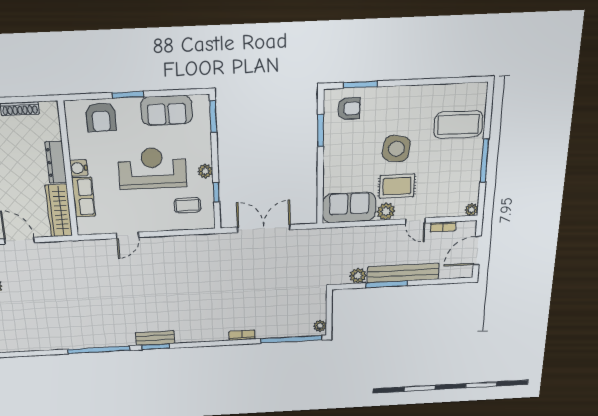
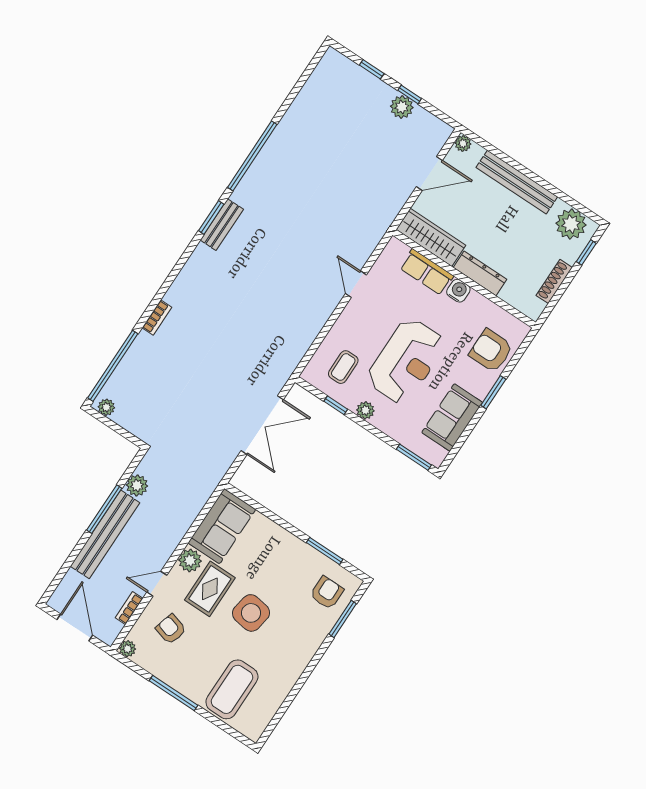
armchair: (349, 109) -> (327, 593), turned 180
armchair: (441, 192) -> (171, 629), added

